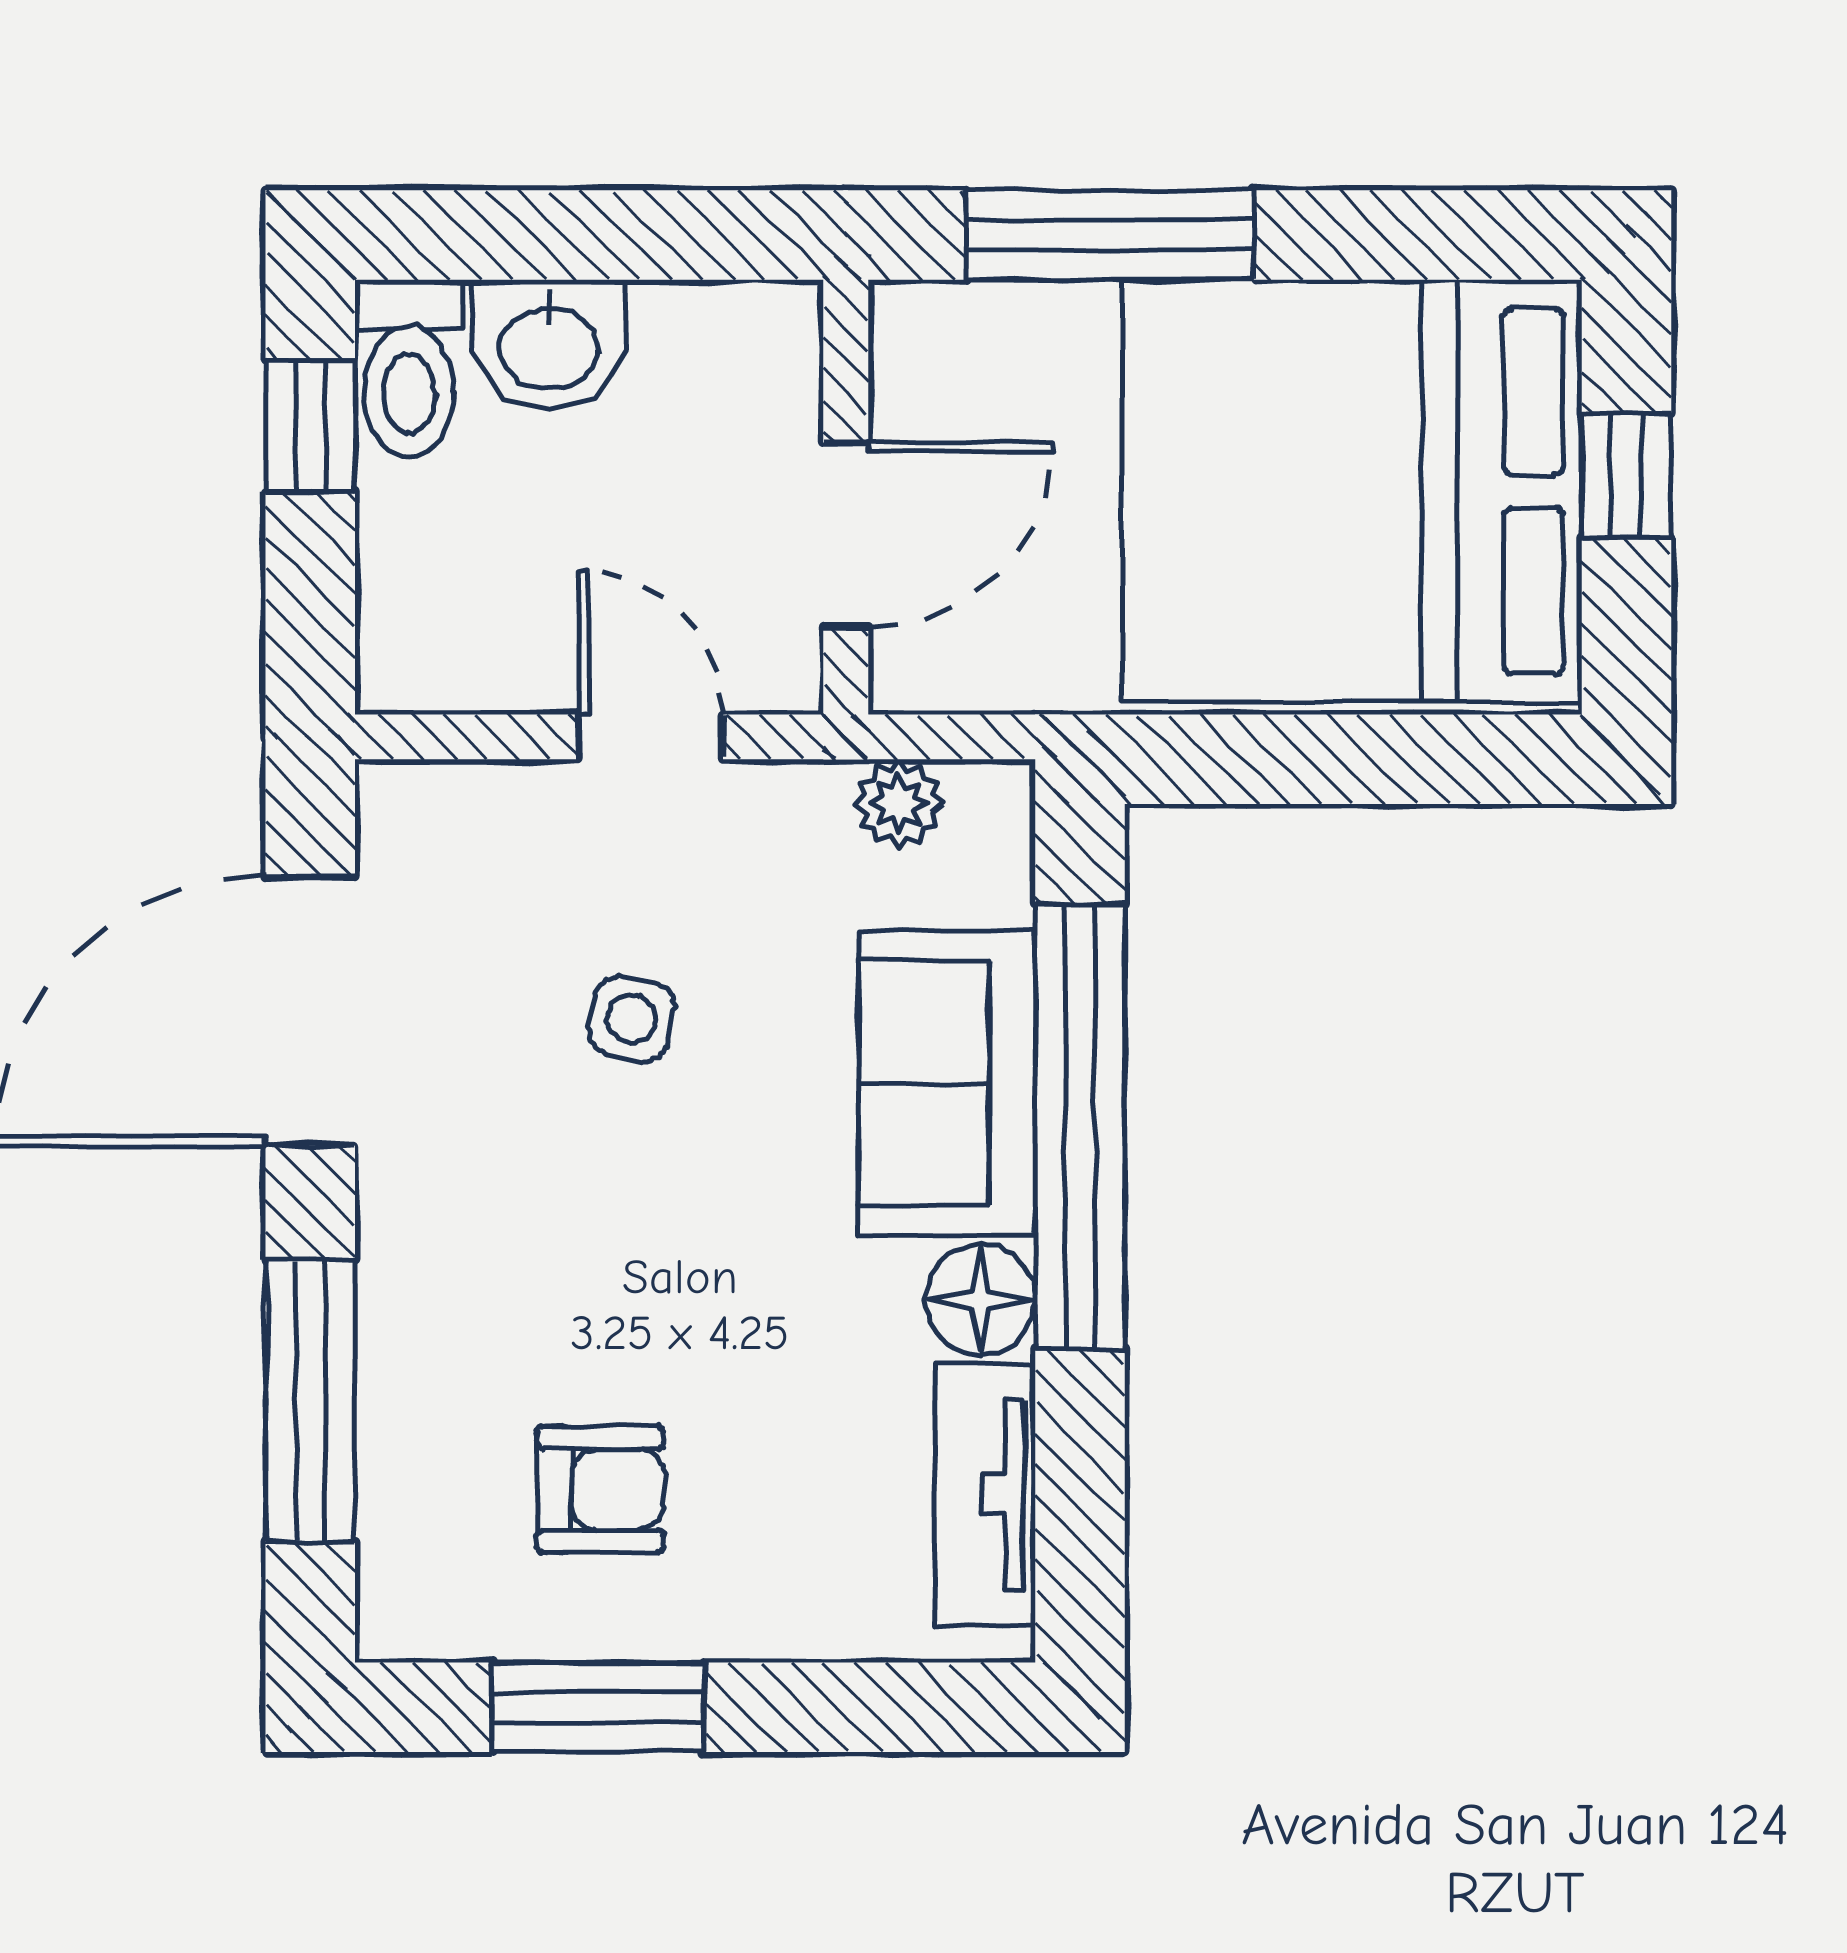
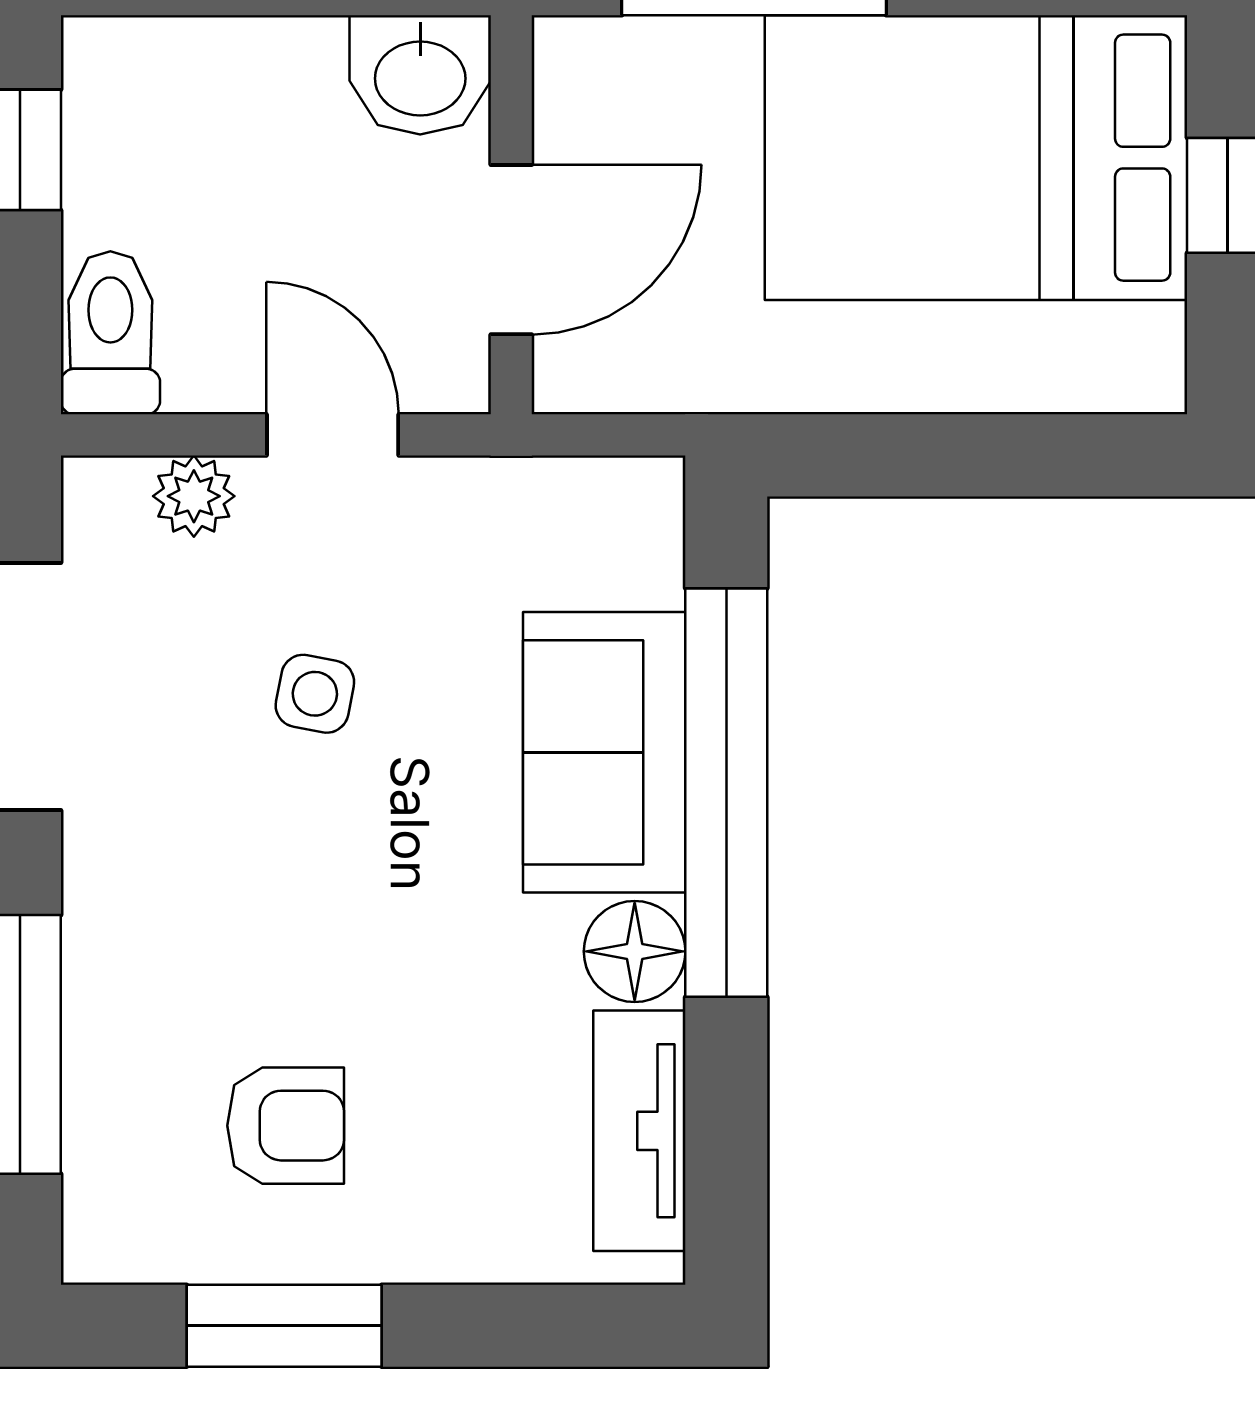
washbasin: (549, 345) -> (420, 75), moved
toilet: (409, 369) -> (110, 333), moved, turned 180
bed: (1352, 491) -> (976, 158), width x0.73
plant: (899, 804) -> (194, 496), moved

